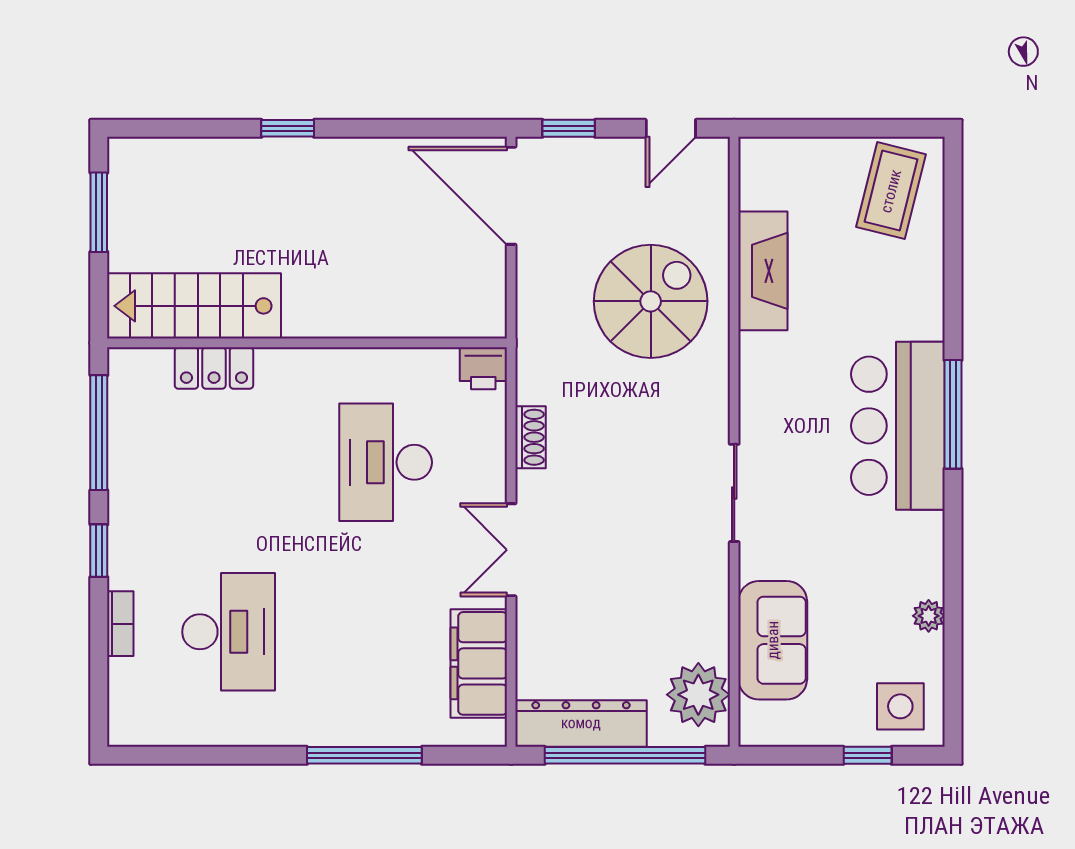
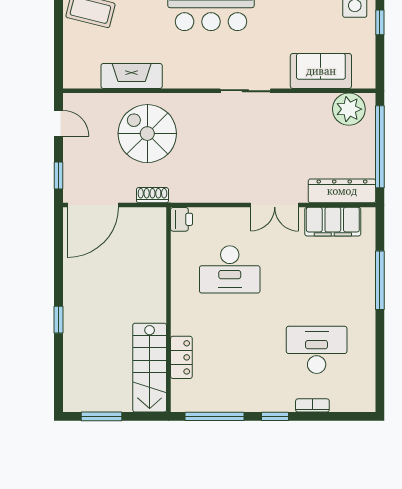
shoe rack: (530, 437) -> (152, 195), moved
dresser: (581, 723) -> (342, 191), moved, turned 90

